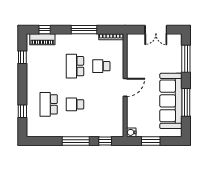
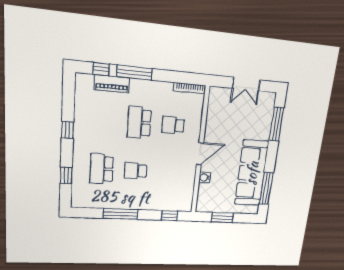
window: (84, 30) -> (135, 73), moved
piano: (42, 39) -> (112, 84), moved
window: (22, 57) -> (67, 130), moved
window: (186, 102) -> (266, 188), moved
water cooler: (131, 132) -> (205, 177), moved
window: (76, 141) -> (120, 214), moved

